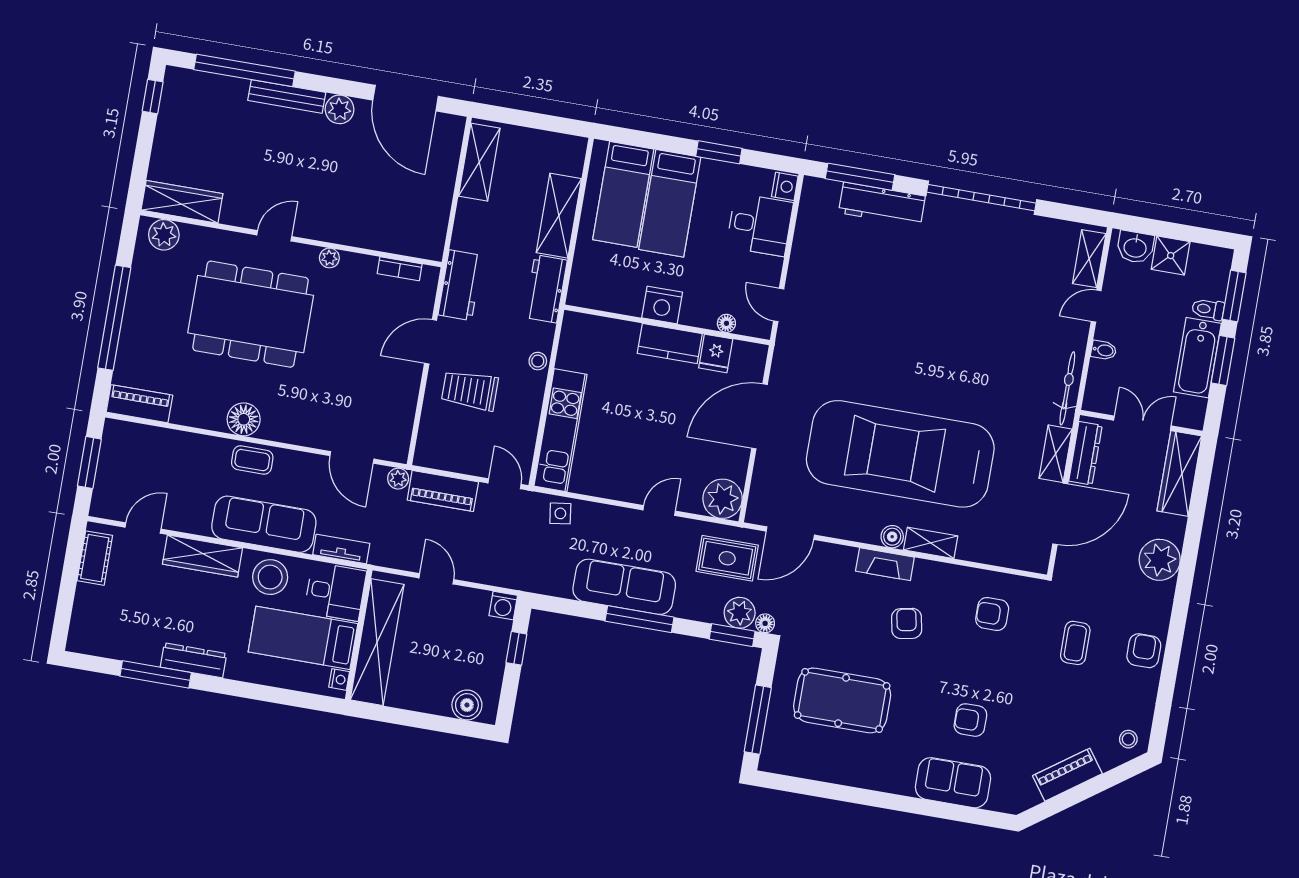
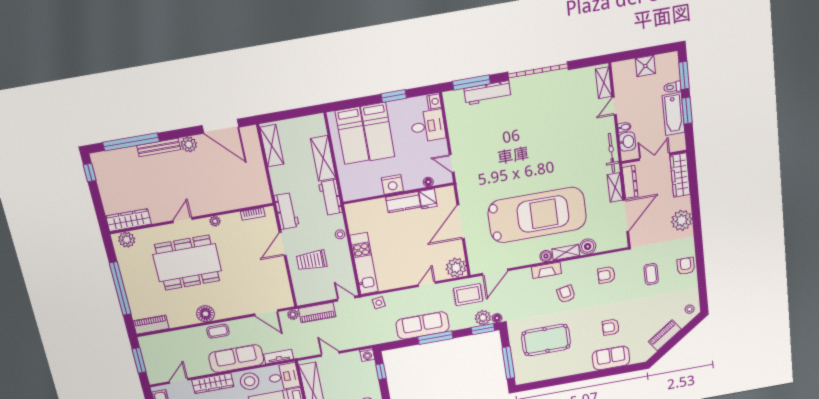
washbasin: (1135, 247) -> (627, 142), moved, turned -90
car: (900, 454) -> (537, 215), turned 180
boiler: (974, 547) -> (588, 247), added

